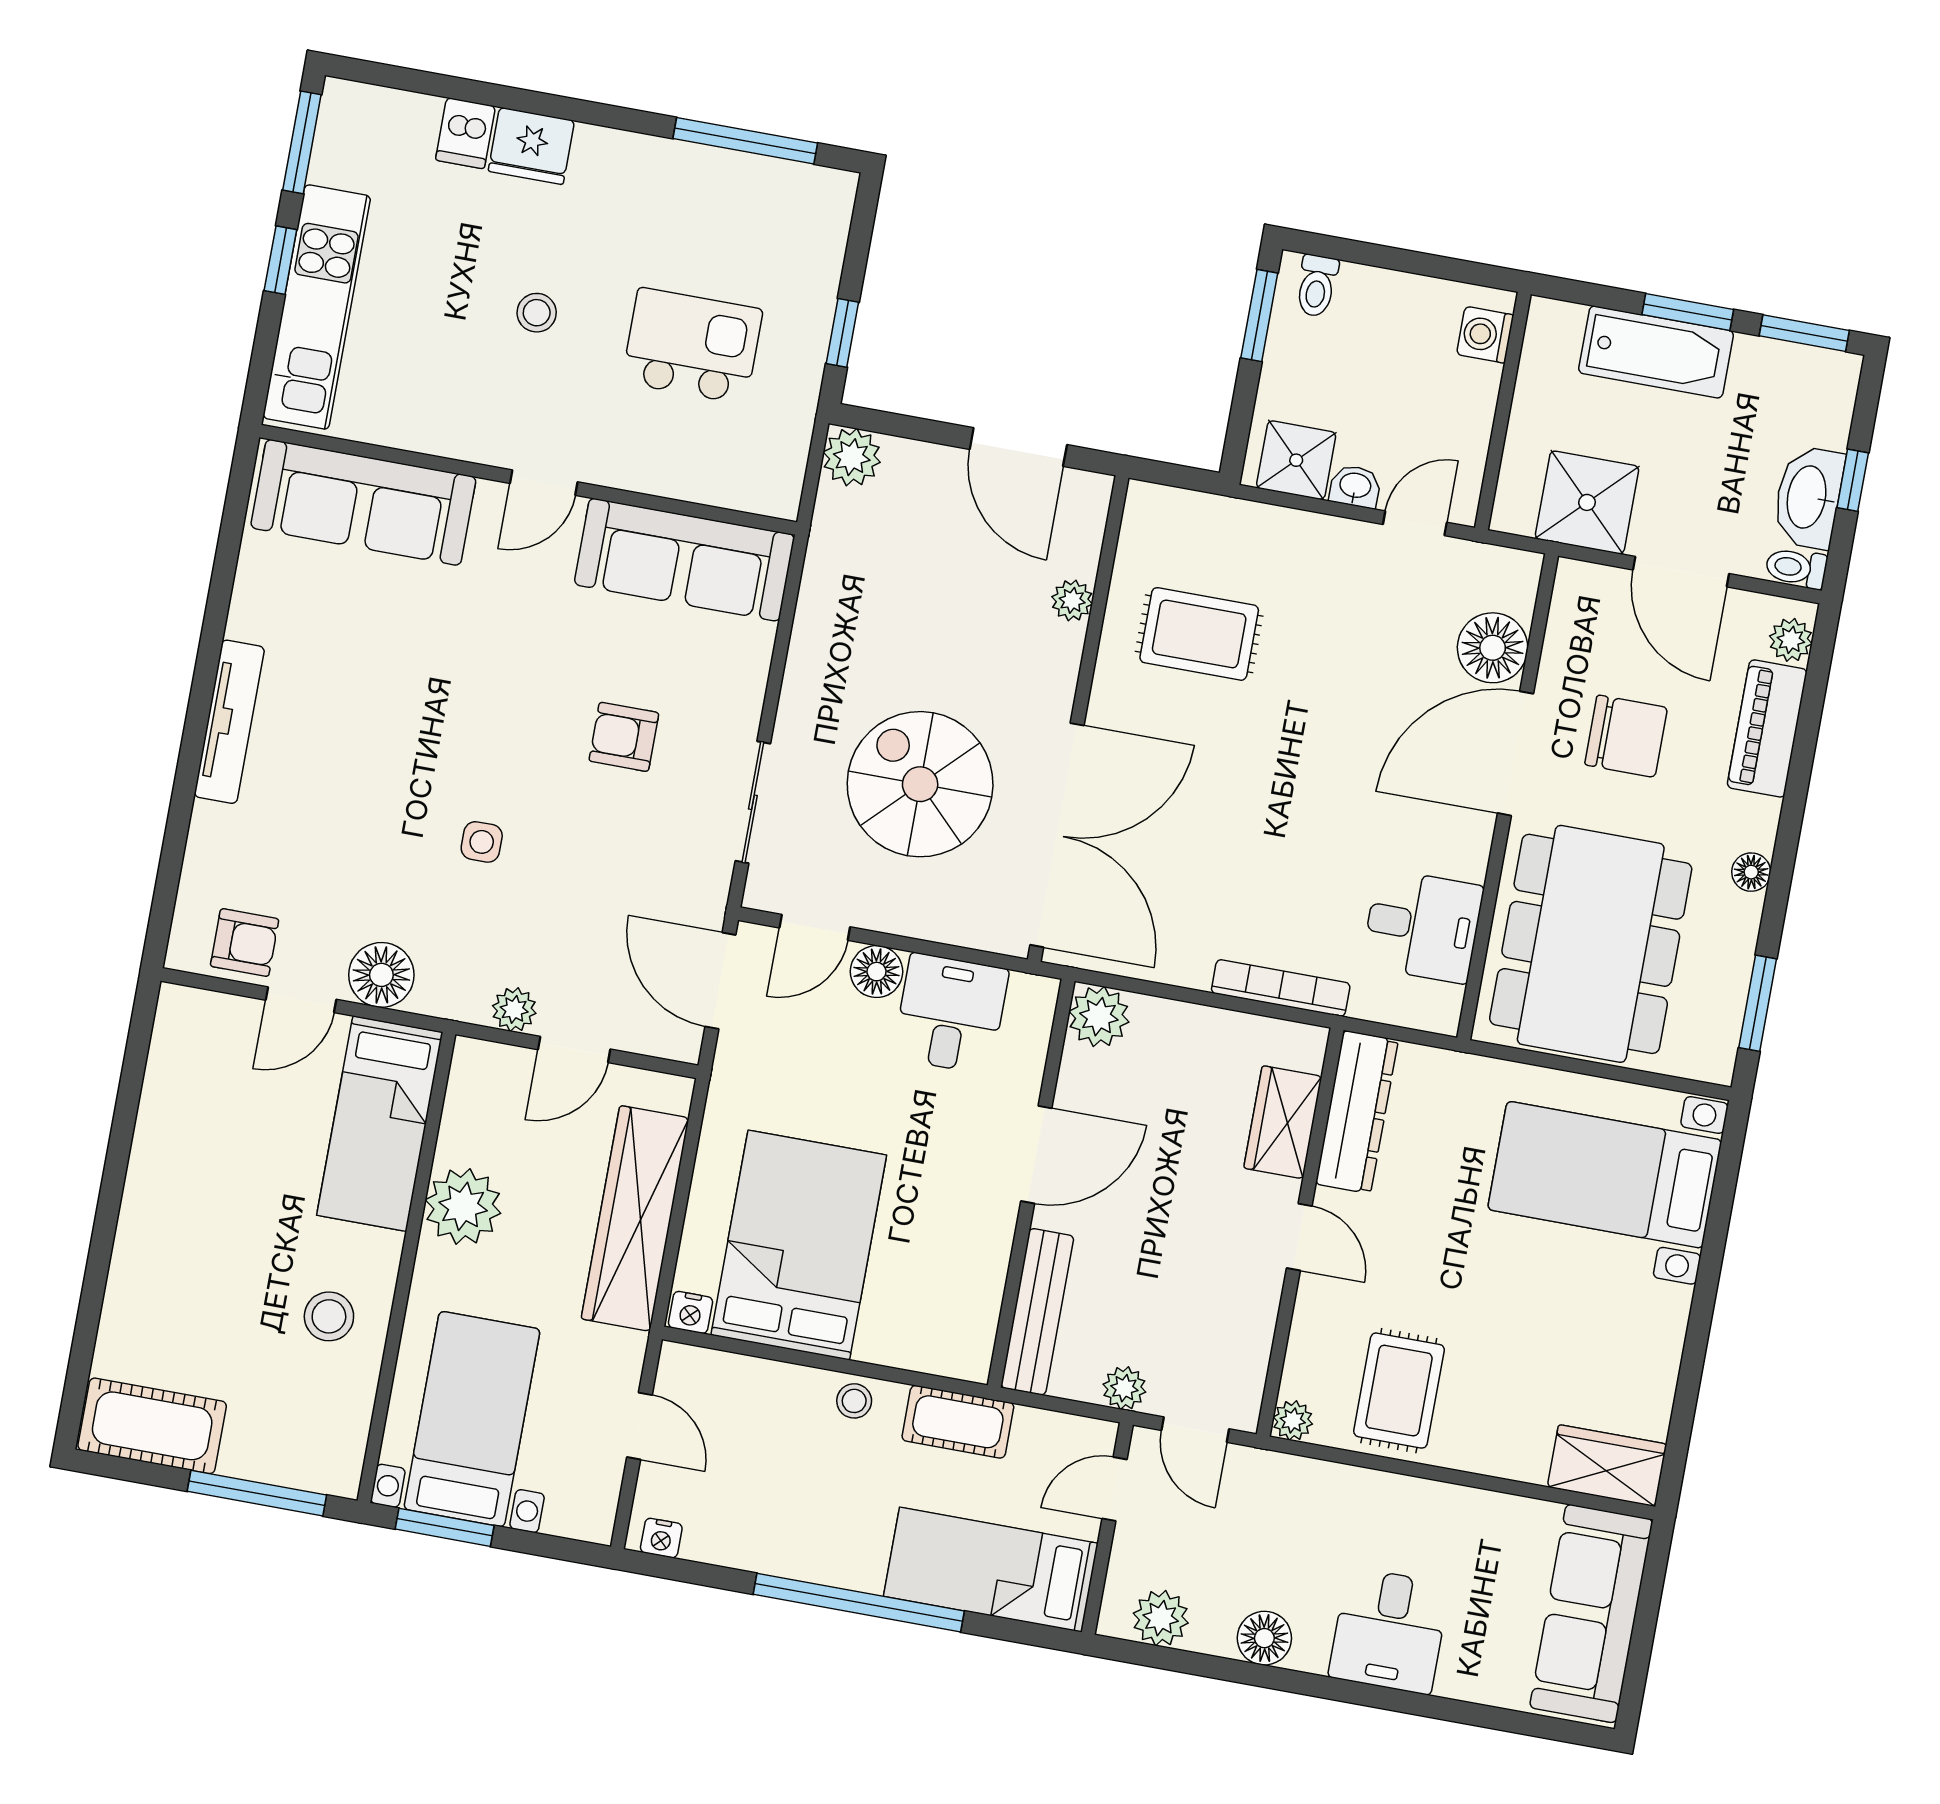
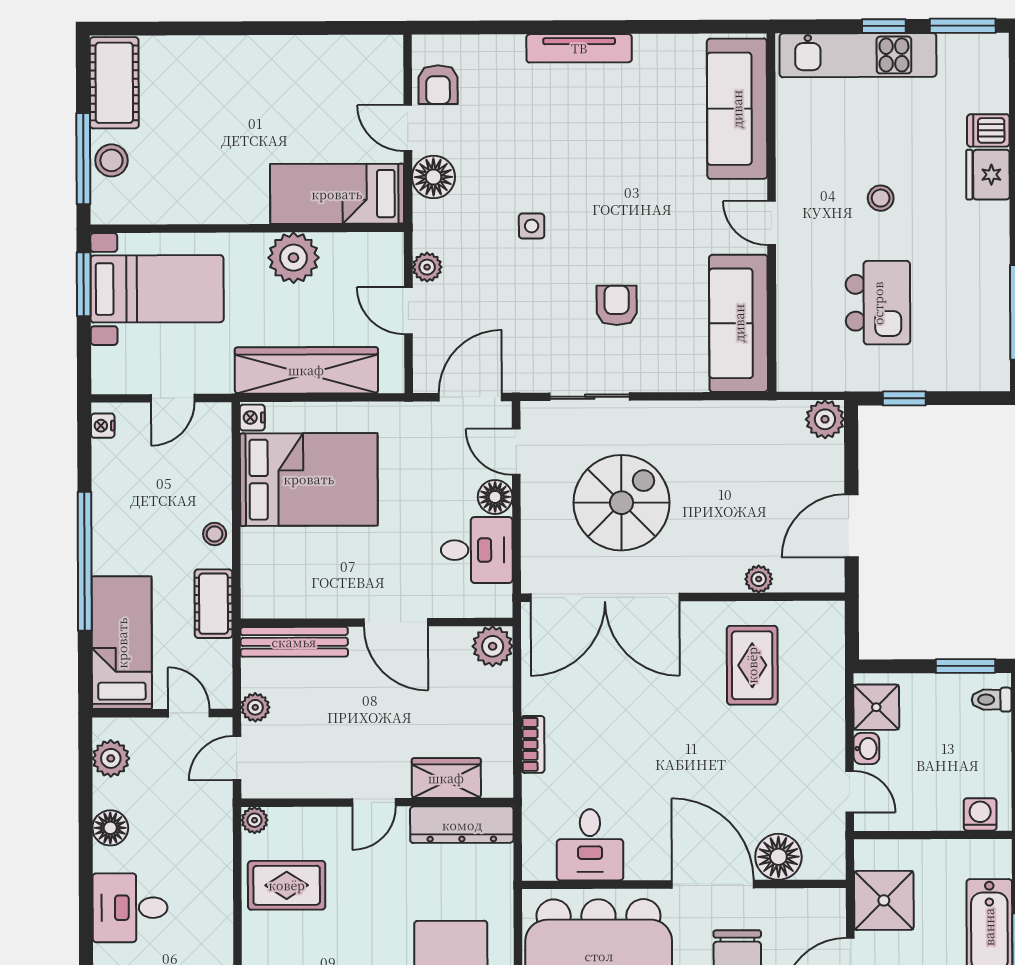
bookcase: (1281, 988) -> (533, 744), width x0.64
stool: (329, 1316) -> (111, 160), moved

